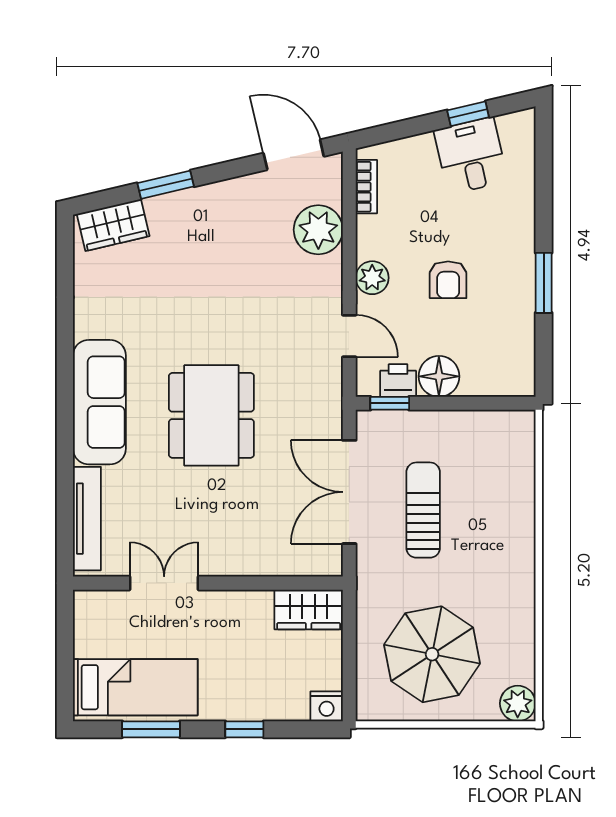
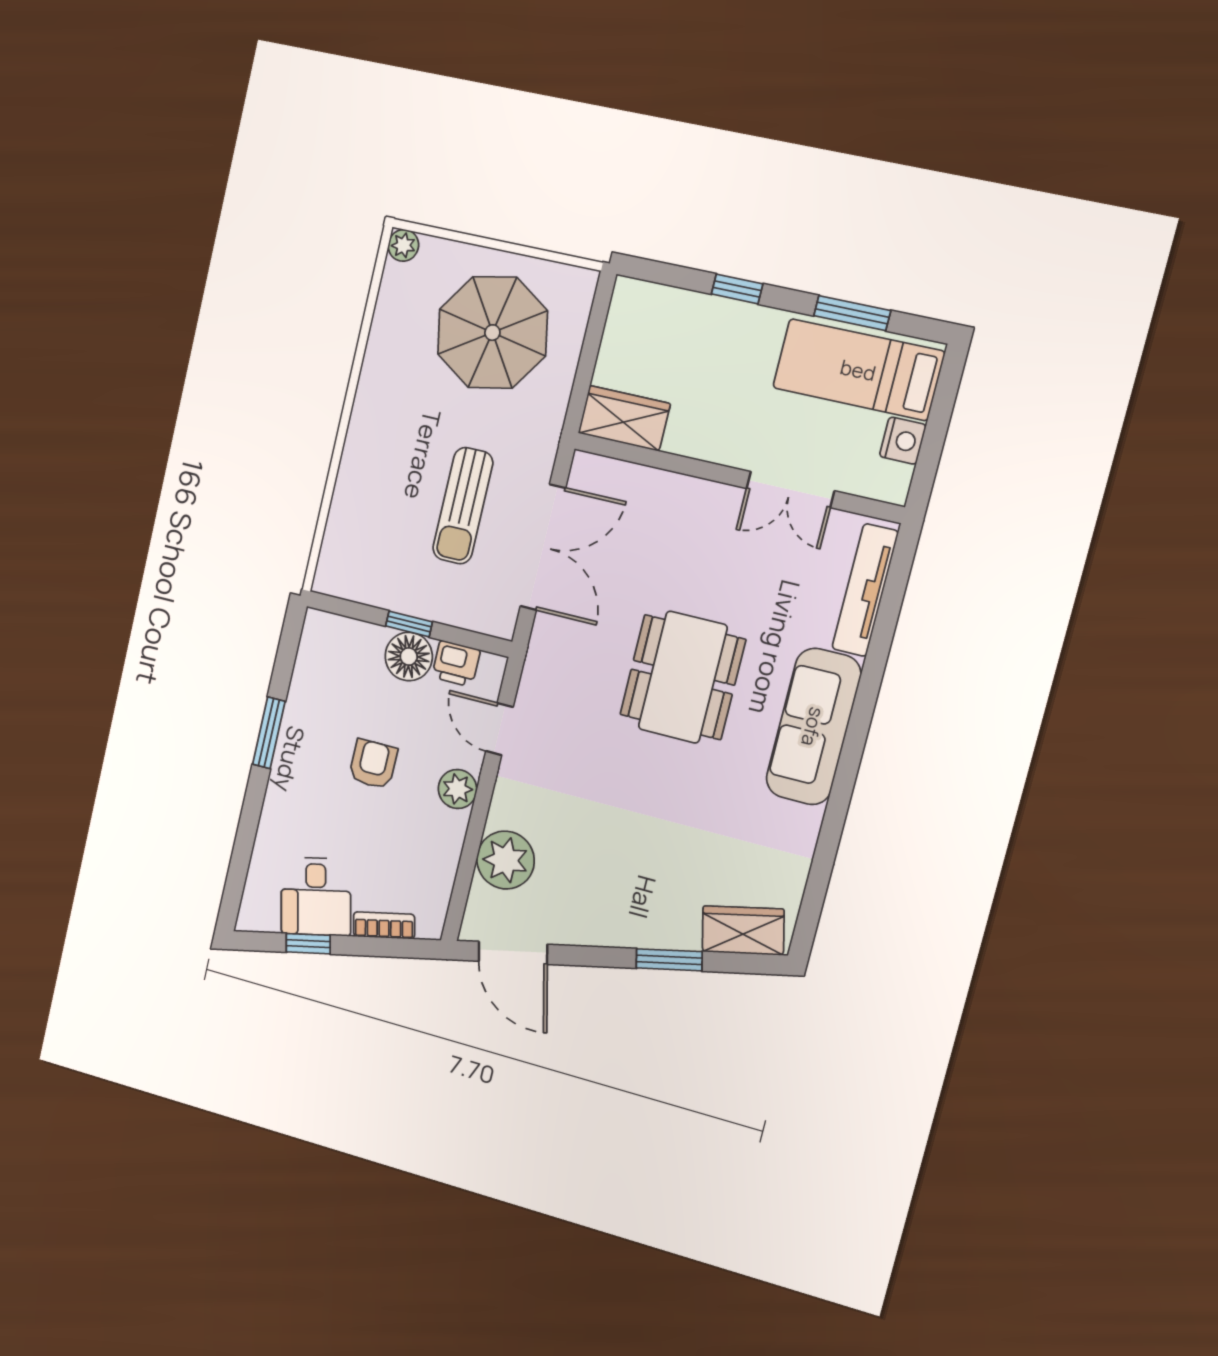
bookcase: (366, 187) -> (384, 925), moved, turned 77
window: (390, 403) -> (409, 624), moved
plant: (518, 703) -> (403, 245), width x0.73, depth x0.73
nightstand: (327, 706) -> (903, 441), moved, turned 90

